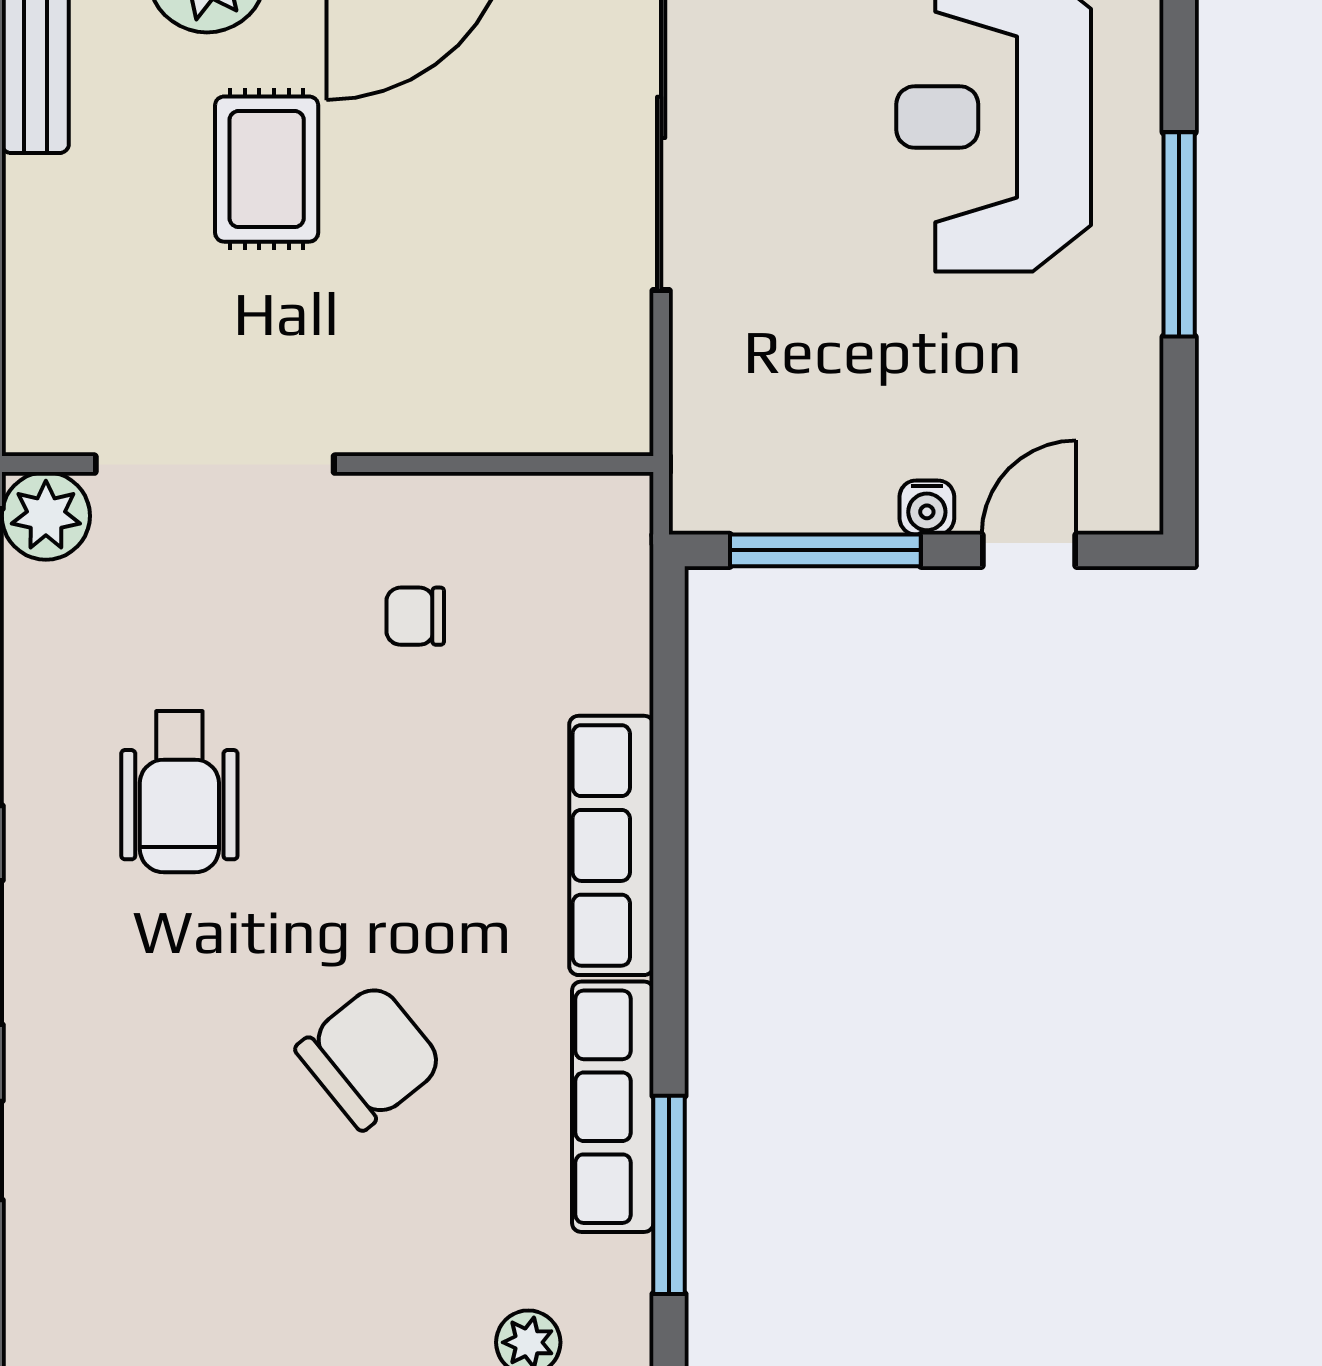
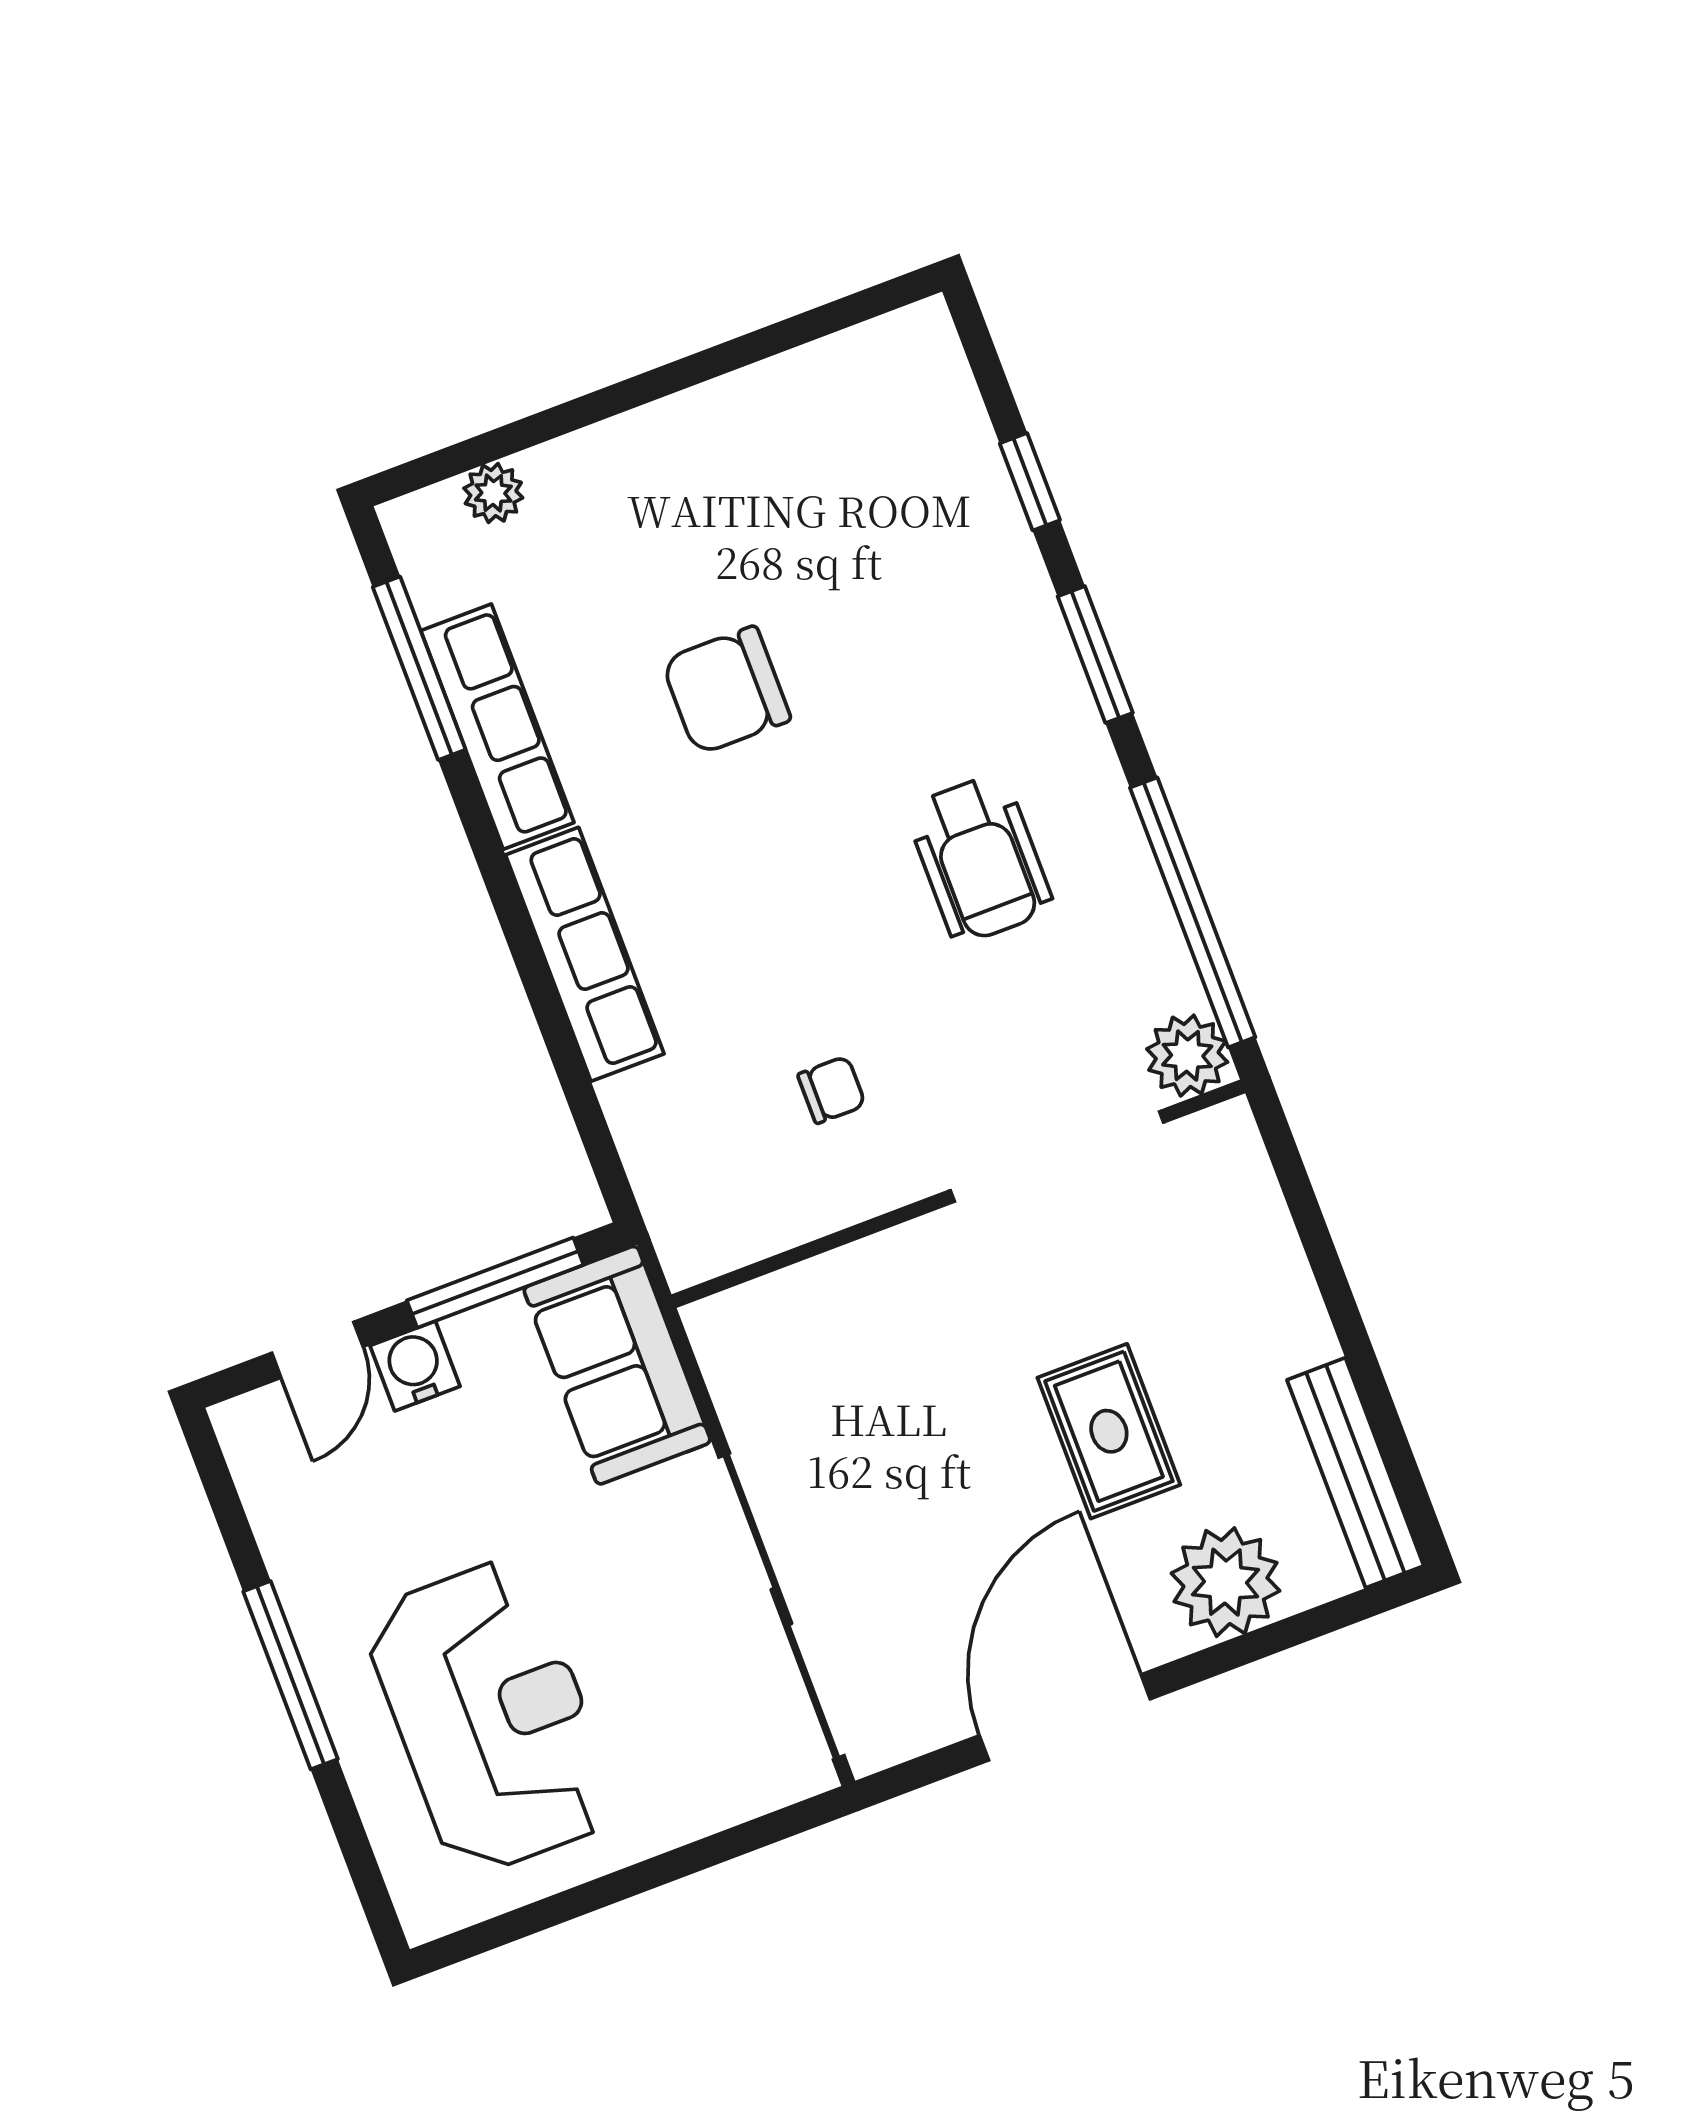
sofa: (734, 421) -> (617, 1365), added
water cooler: (927, 508) -> (415, 1366), width x1.38, depth x1.38
wheelchair: (179, 792) -> (980, 859), turned 180
chair: (370, 1056) -> (726, 690), turned 39

